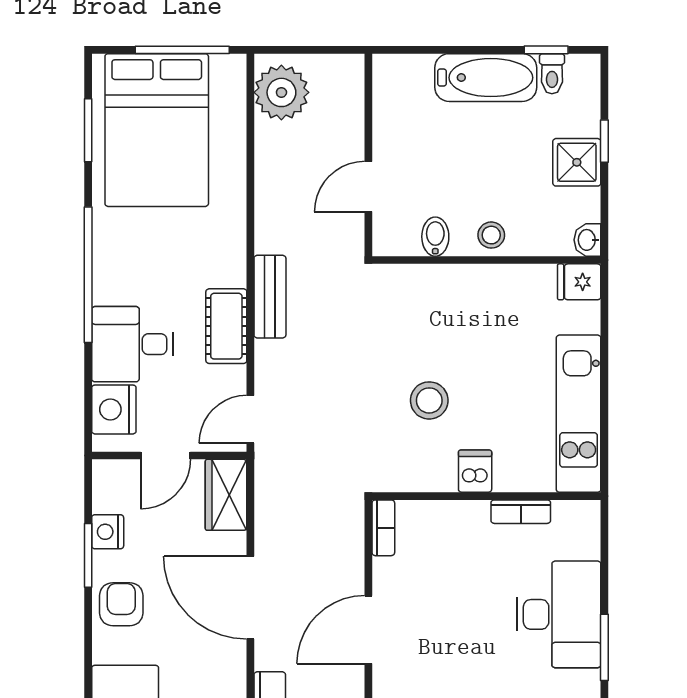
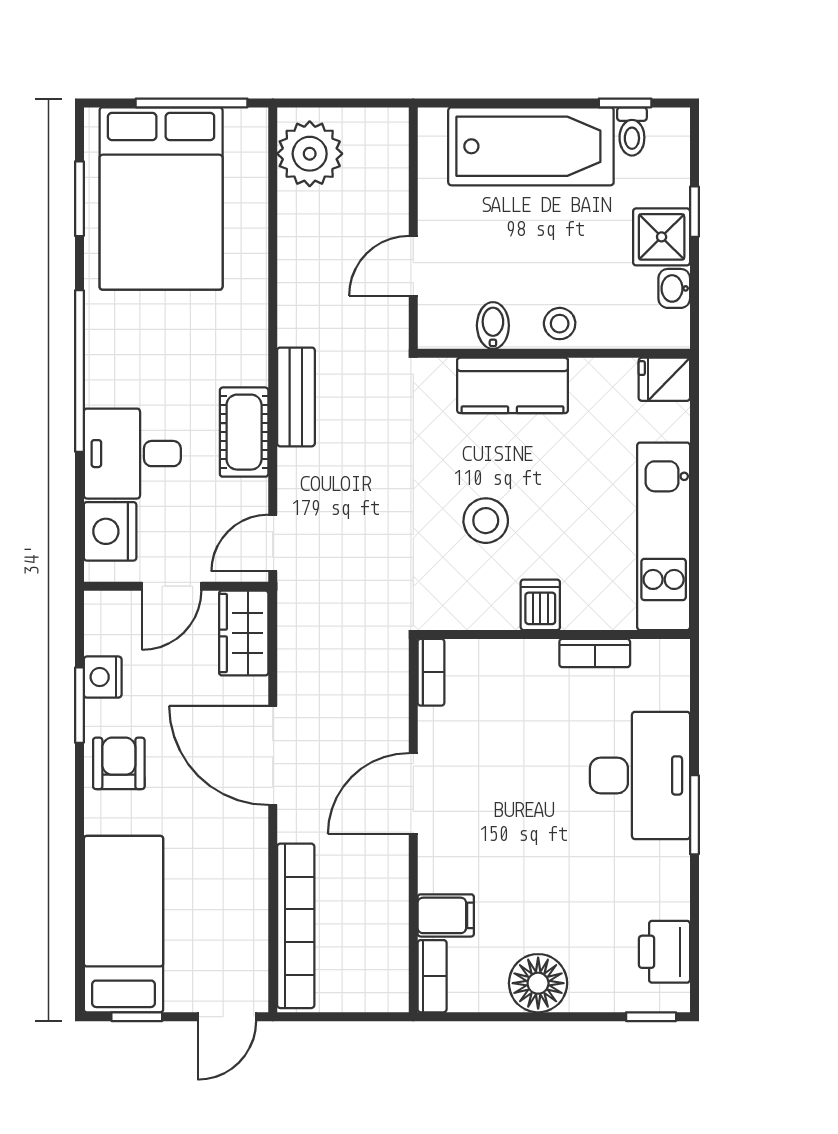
bathtub: (486, 78) -> (531, 146), width x1.36, depth x1.36
washbasin: (587, 240) -> (674, 288), moved
kitchen counter: (452, 287) -> (513, 385), added

